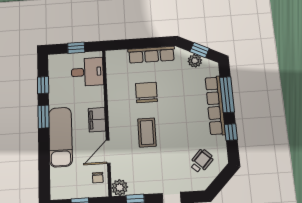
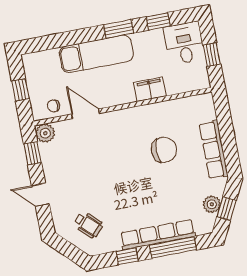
desk: (87, 72) -> (184, 43), moved, turned 180
filing cabinet: (97, 120) -> (150, 89), moved
coffee table: (147, 132) -> (114, 157), removed

